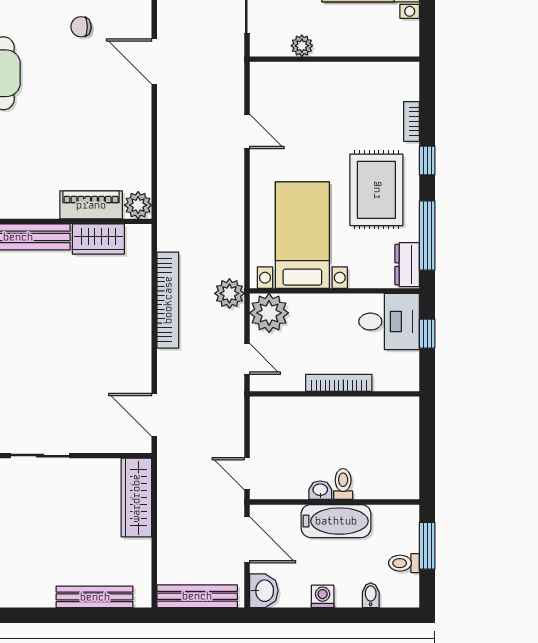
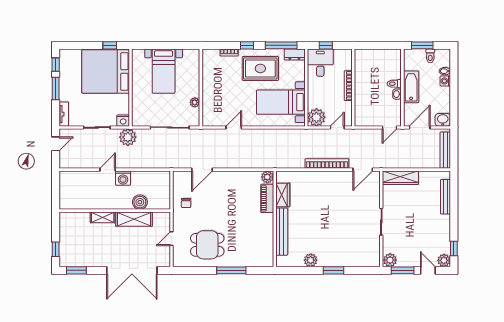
plant: (229, 293) -> (307, 135), removed
bookcase: (168, 300) -> (327, 163), moved
washing machine: (323, 596) -> (445, 81), moved

